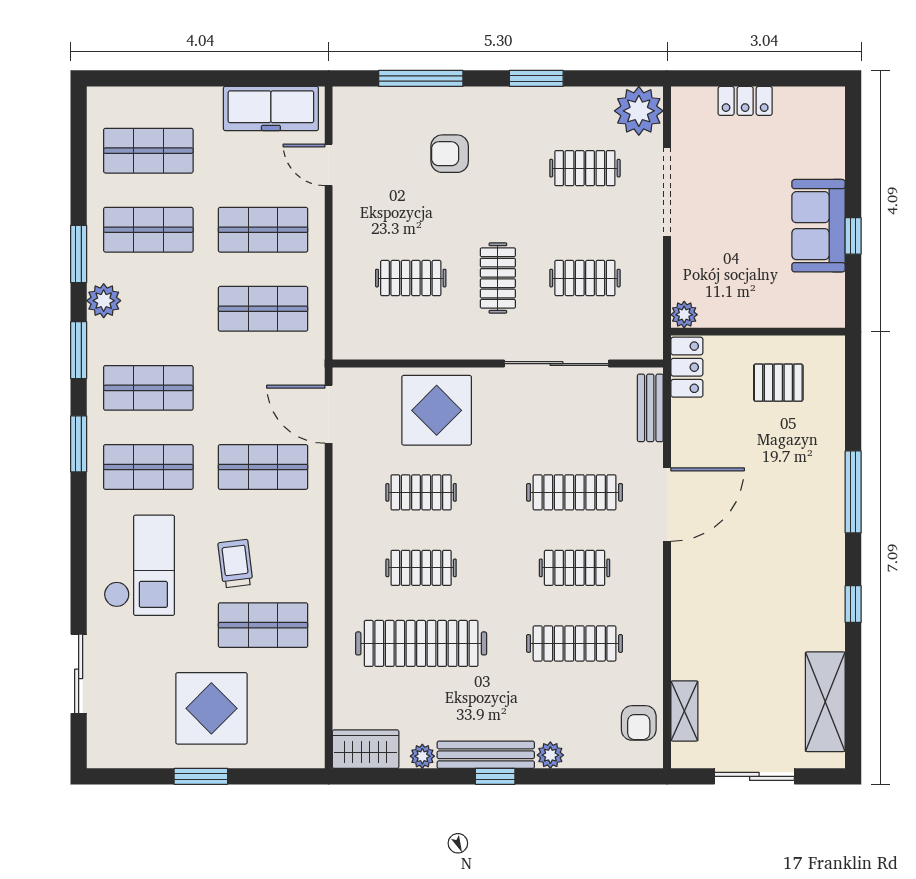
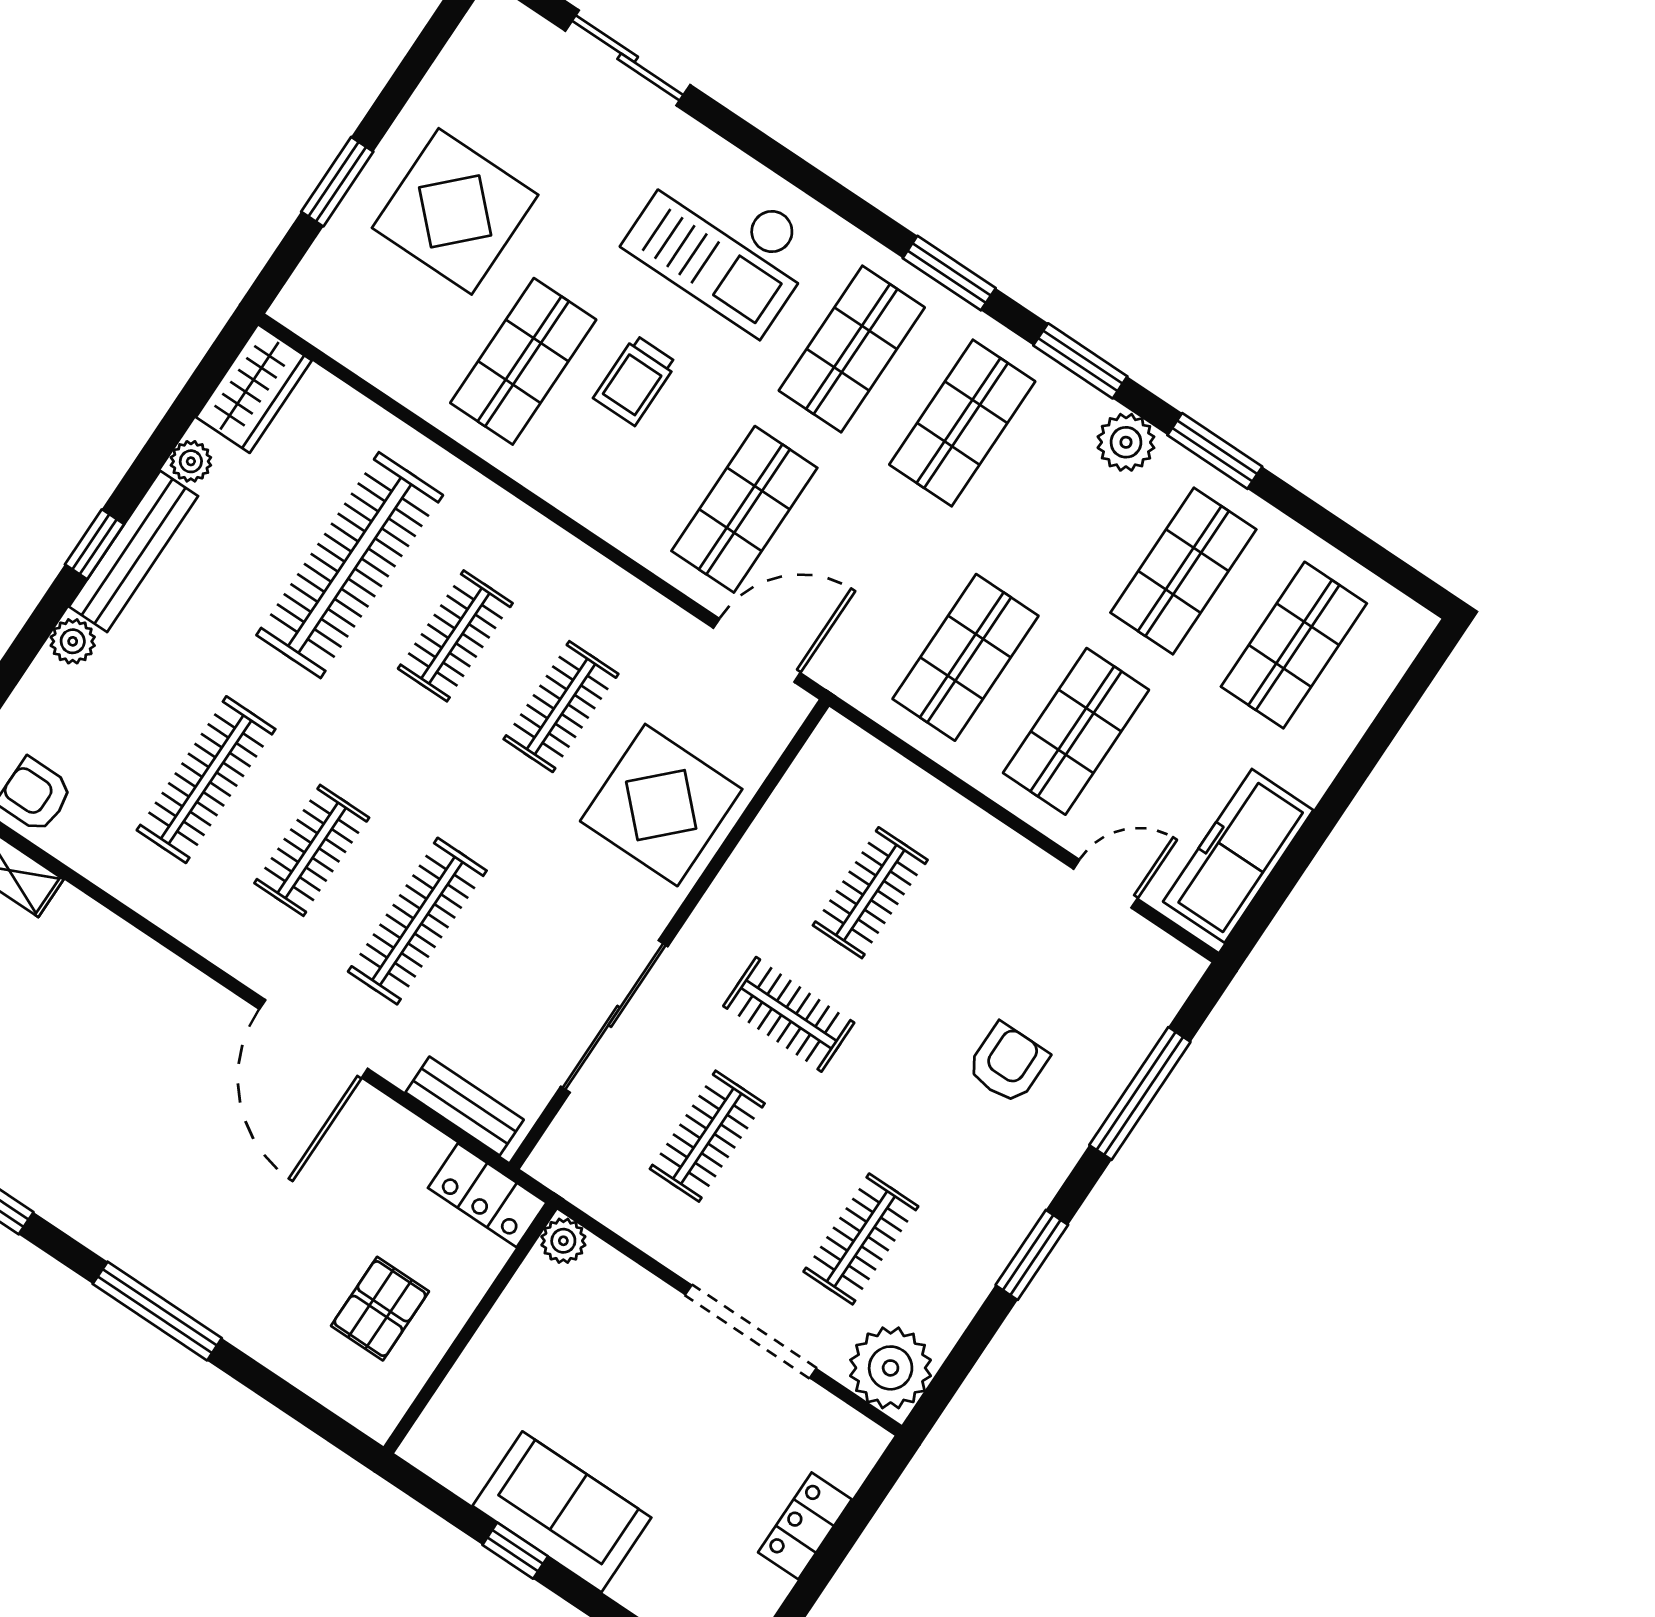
trolley: (235, 564) -> (635, 380), turned 97
window: (201, 776) -> (337, 182), moved

